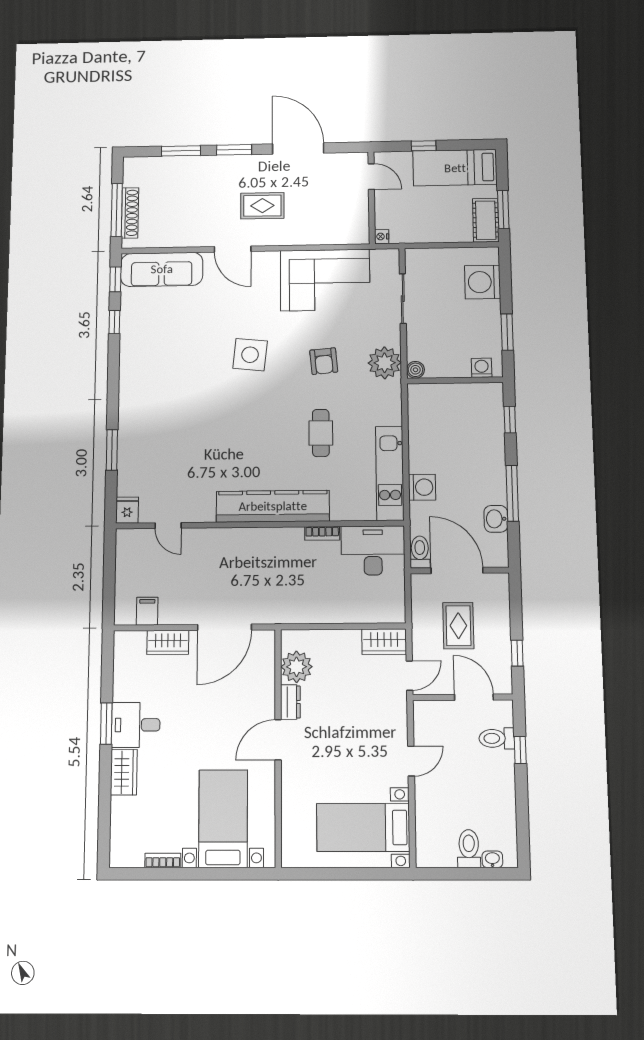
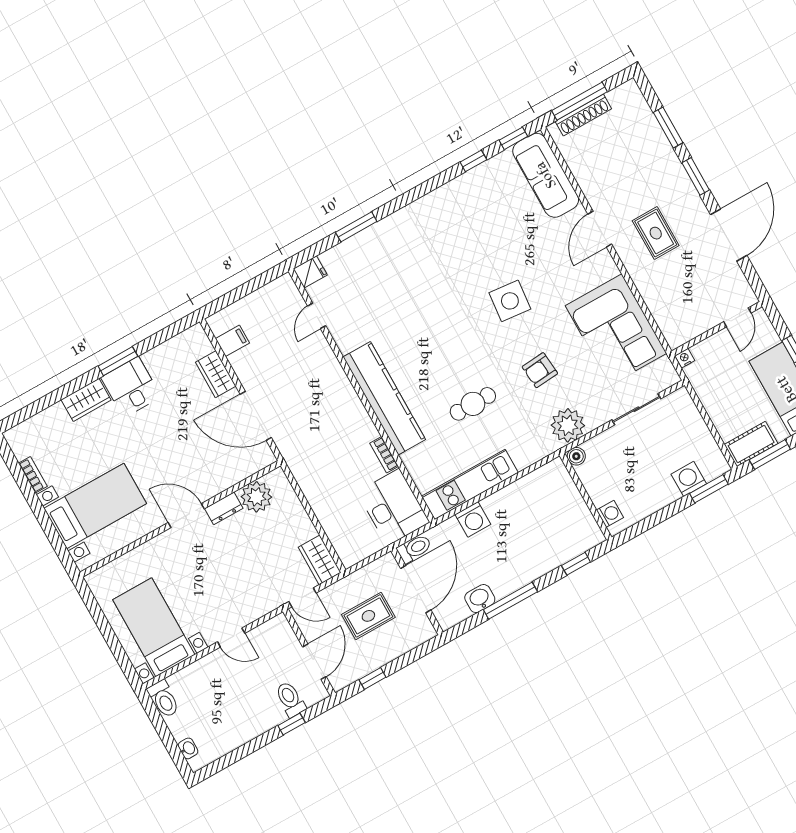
washing machine: (483, 282) -> (689, 479), width x0.73, depth x0.73
window: (507, 332) -> (709, 489), moved
toilet: (469, 849) -> (164, 699), moved, turned 90

